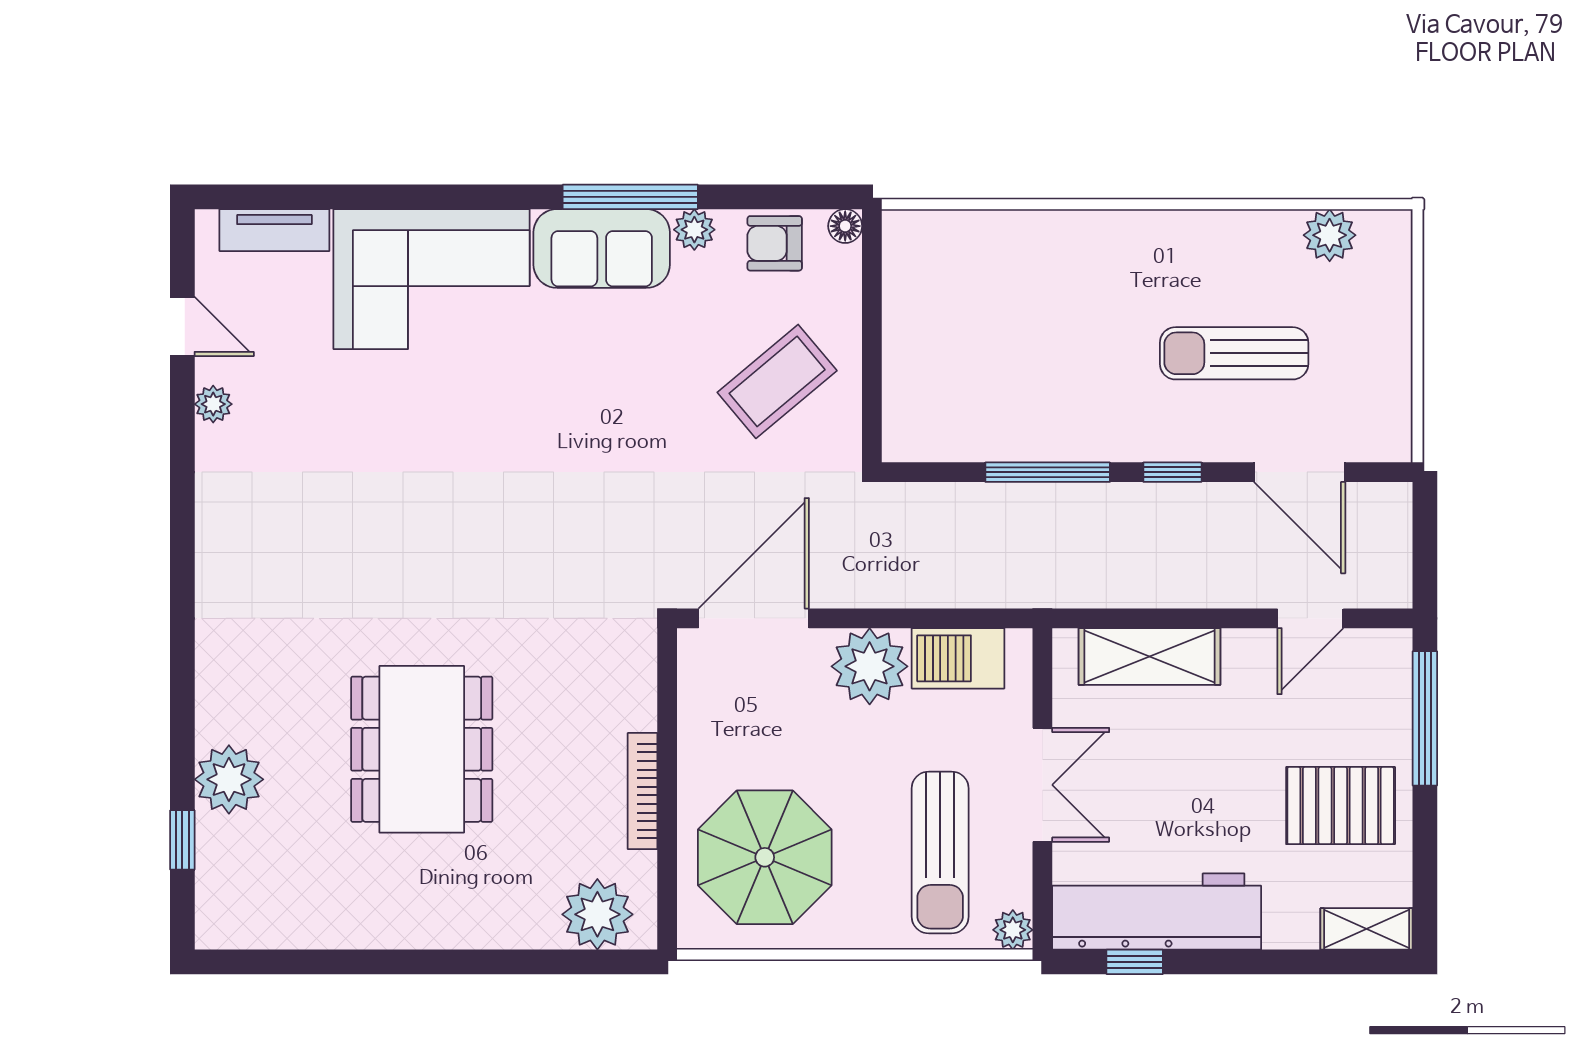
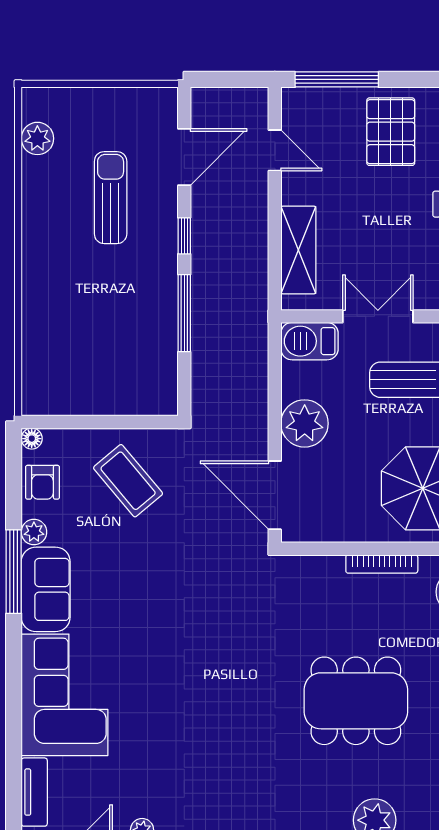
sun lounger: (1234, 353) -> (111, 198), turned 180
barbecue: (958, 658) -> (310, 341), moved, turned 90

